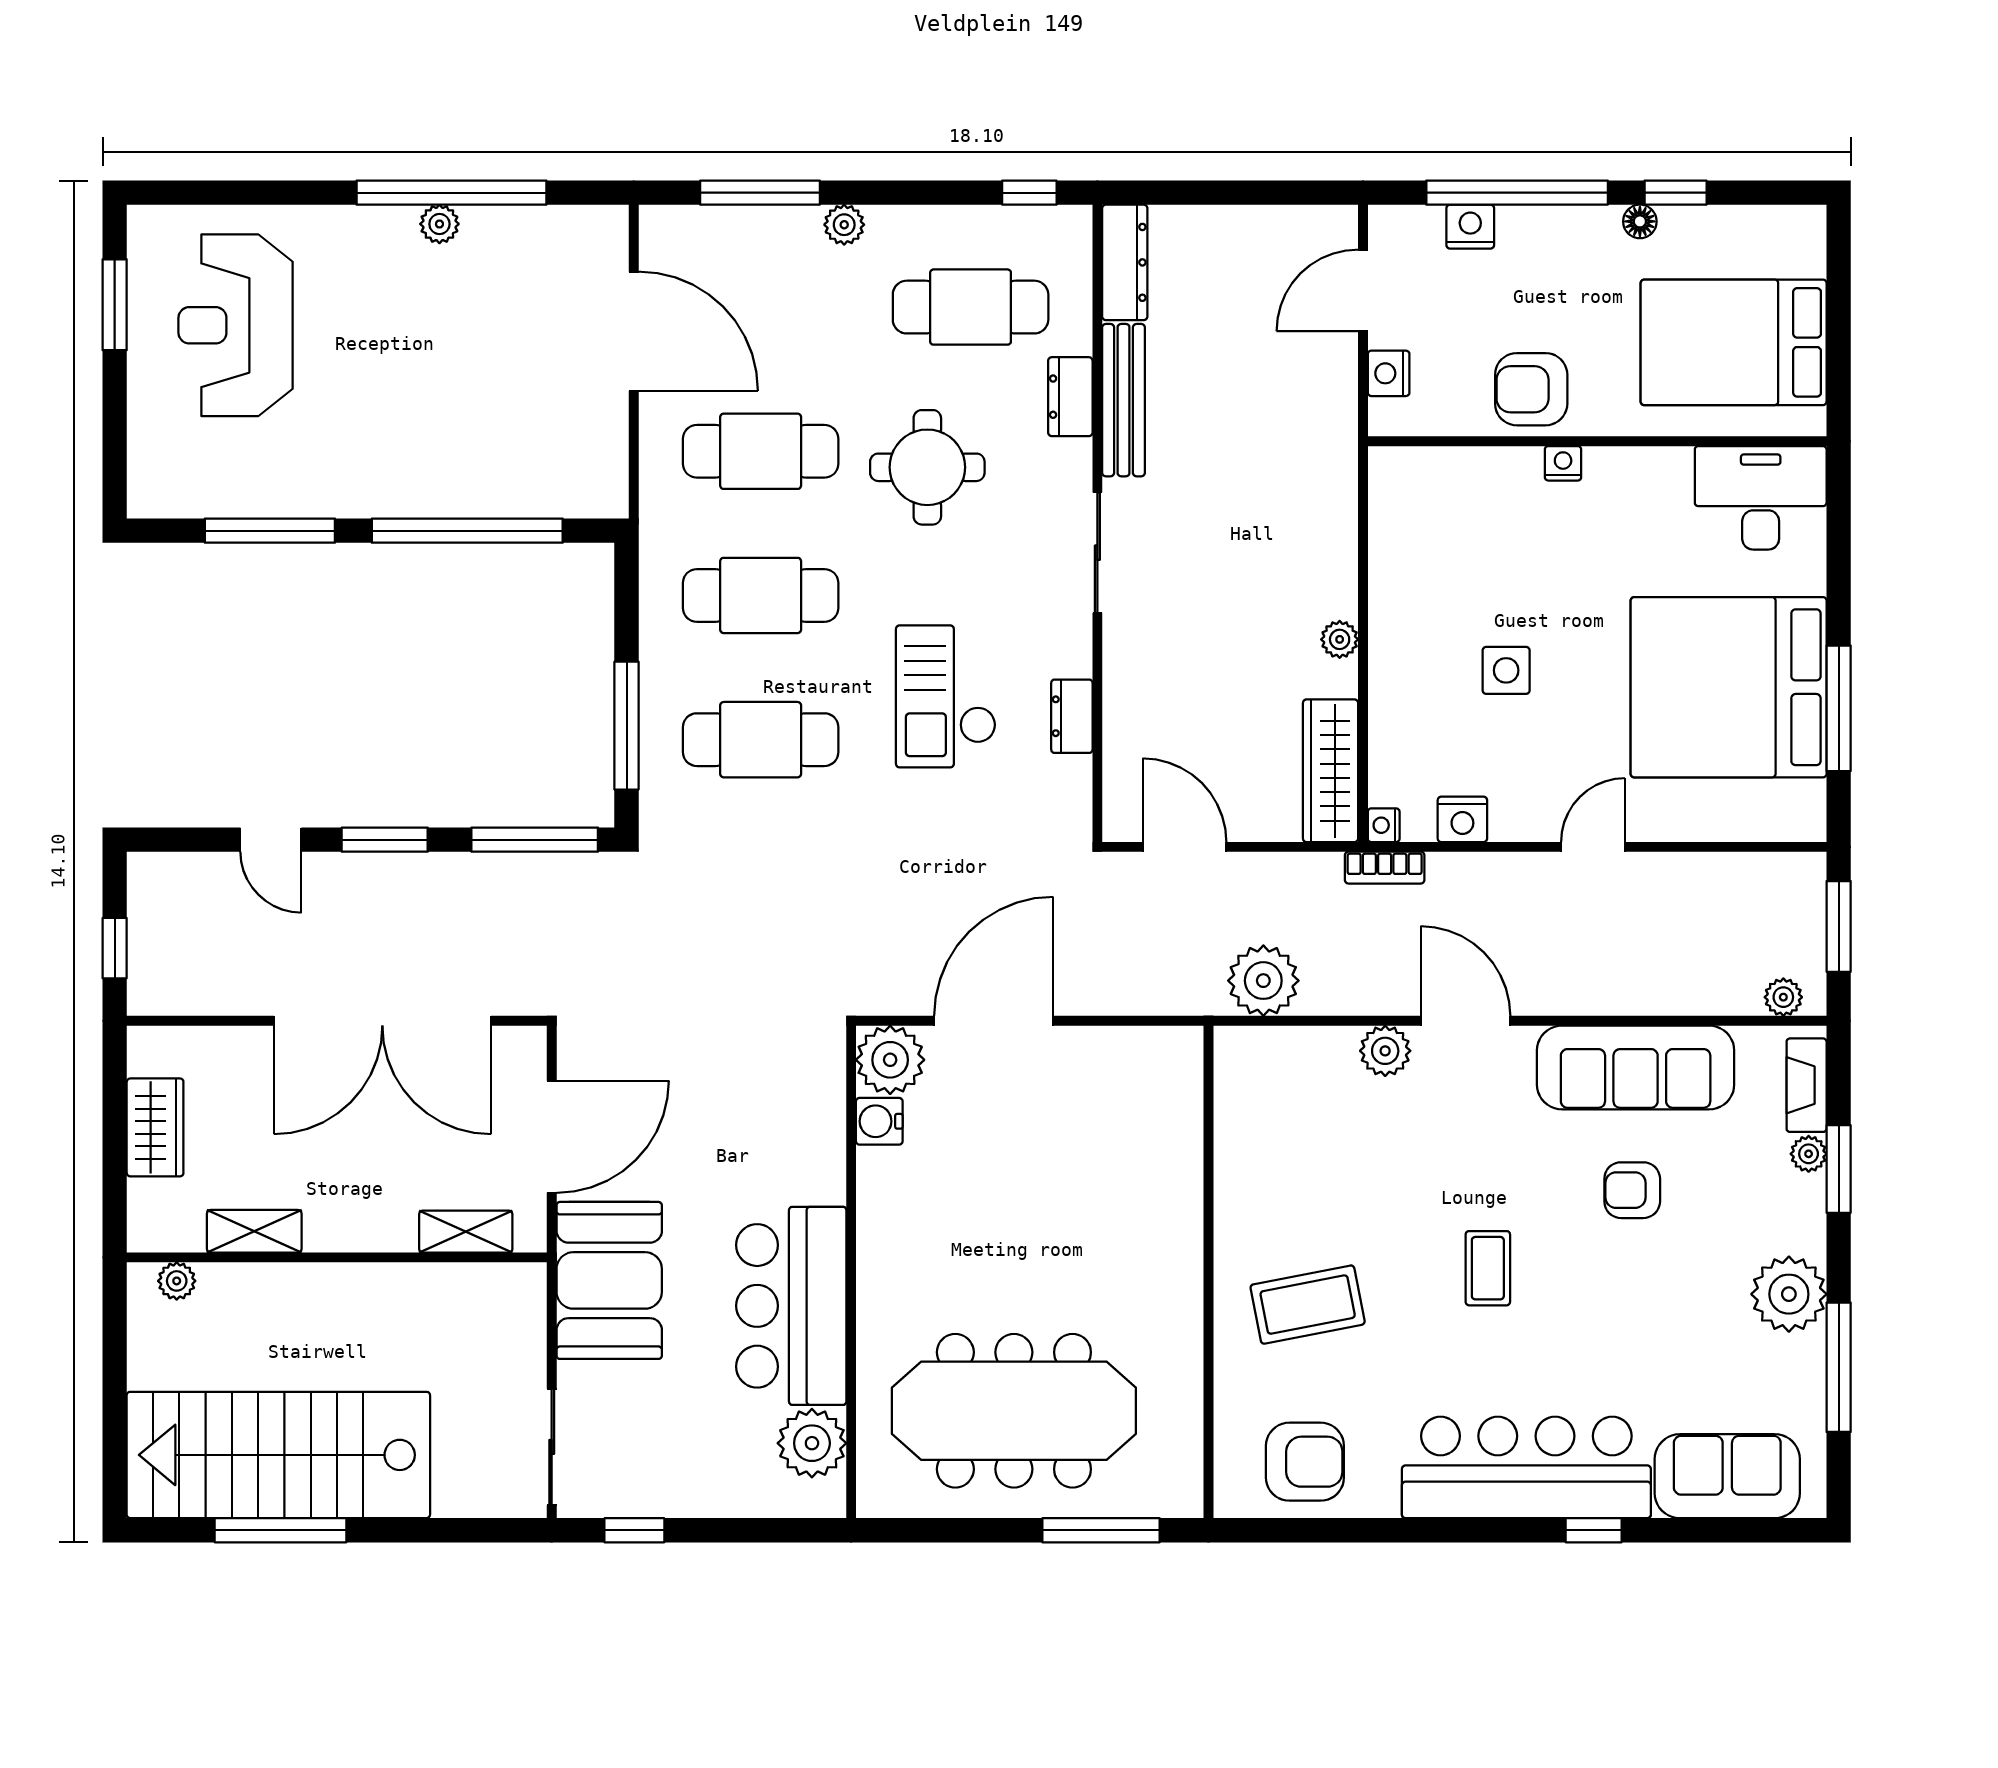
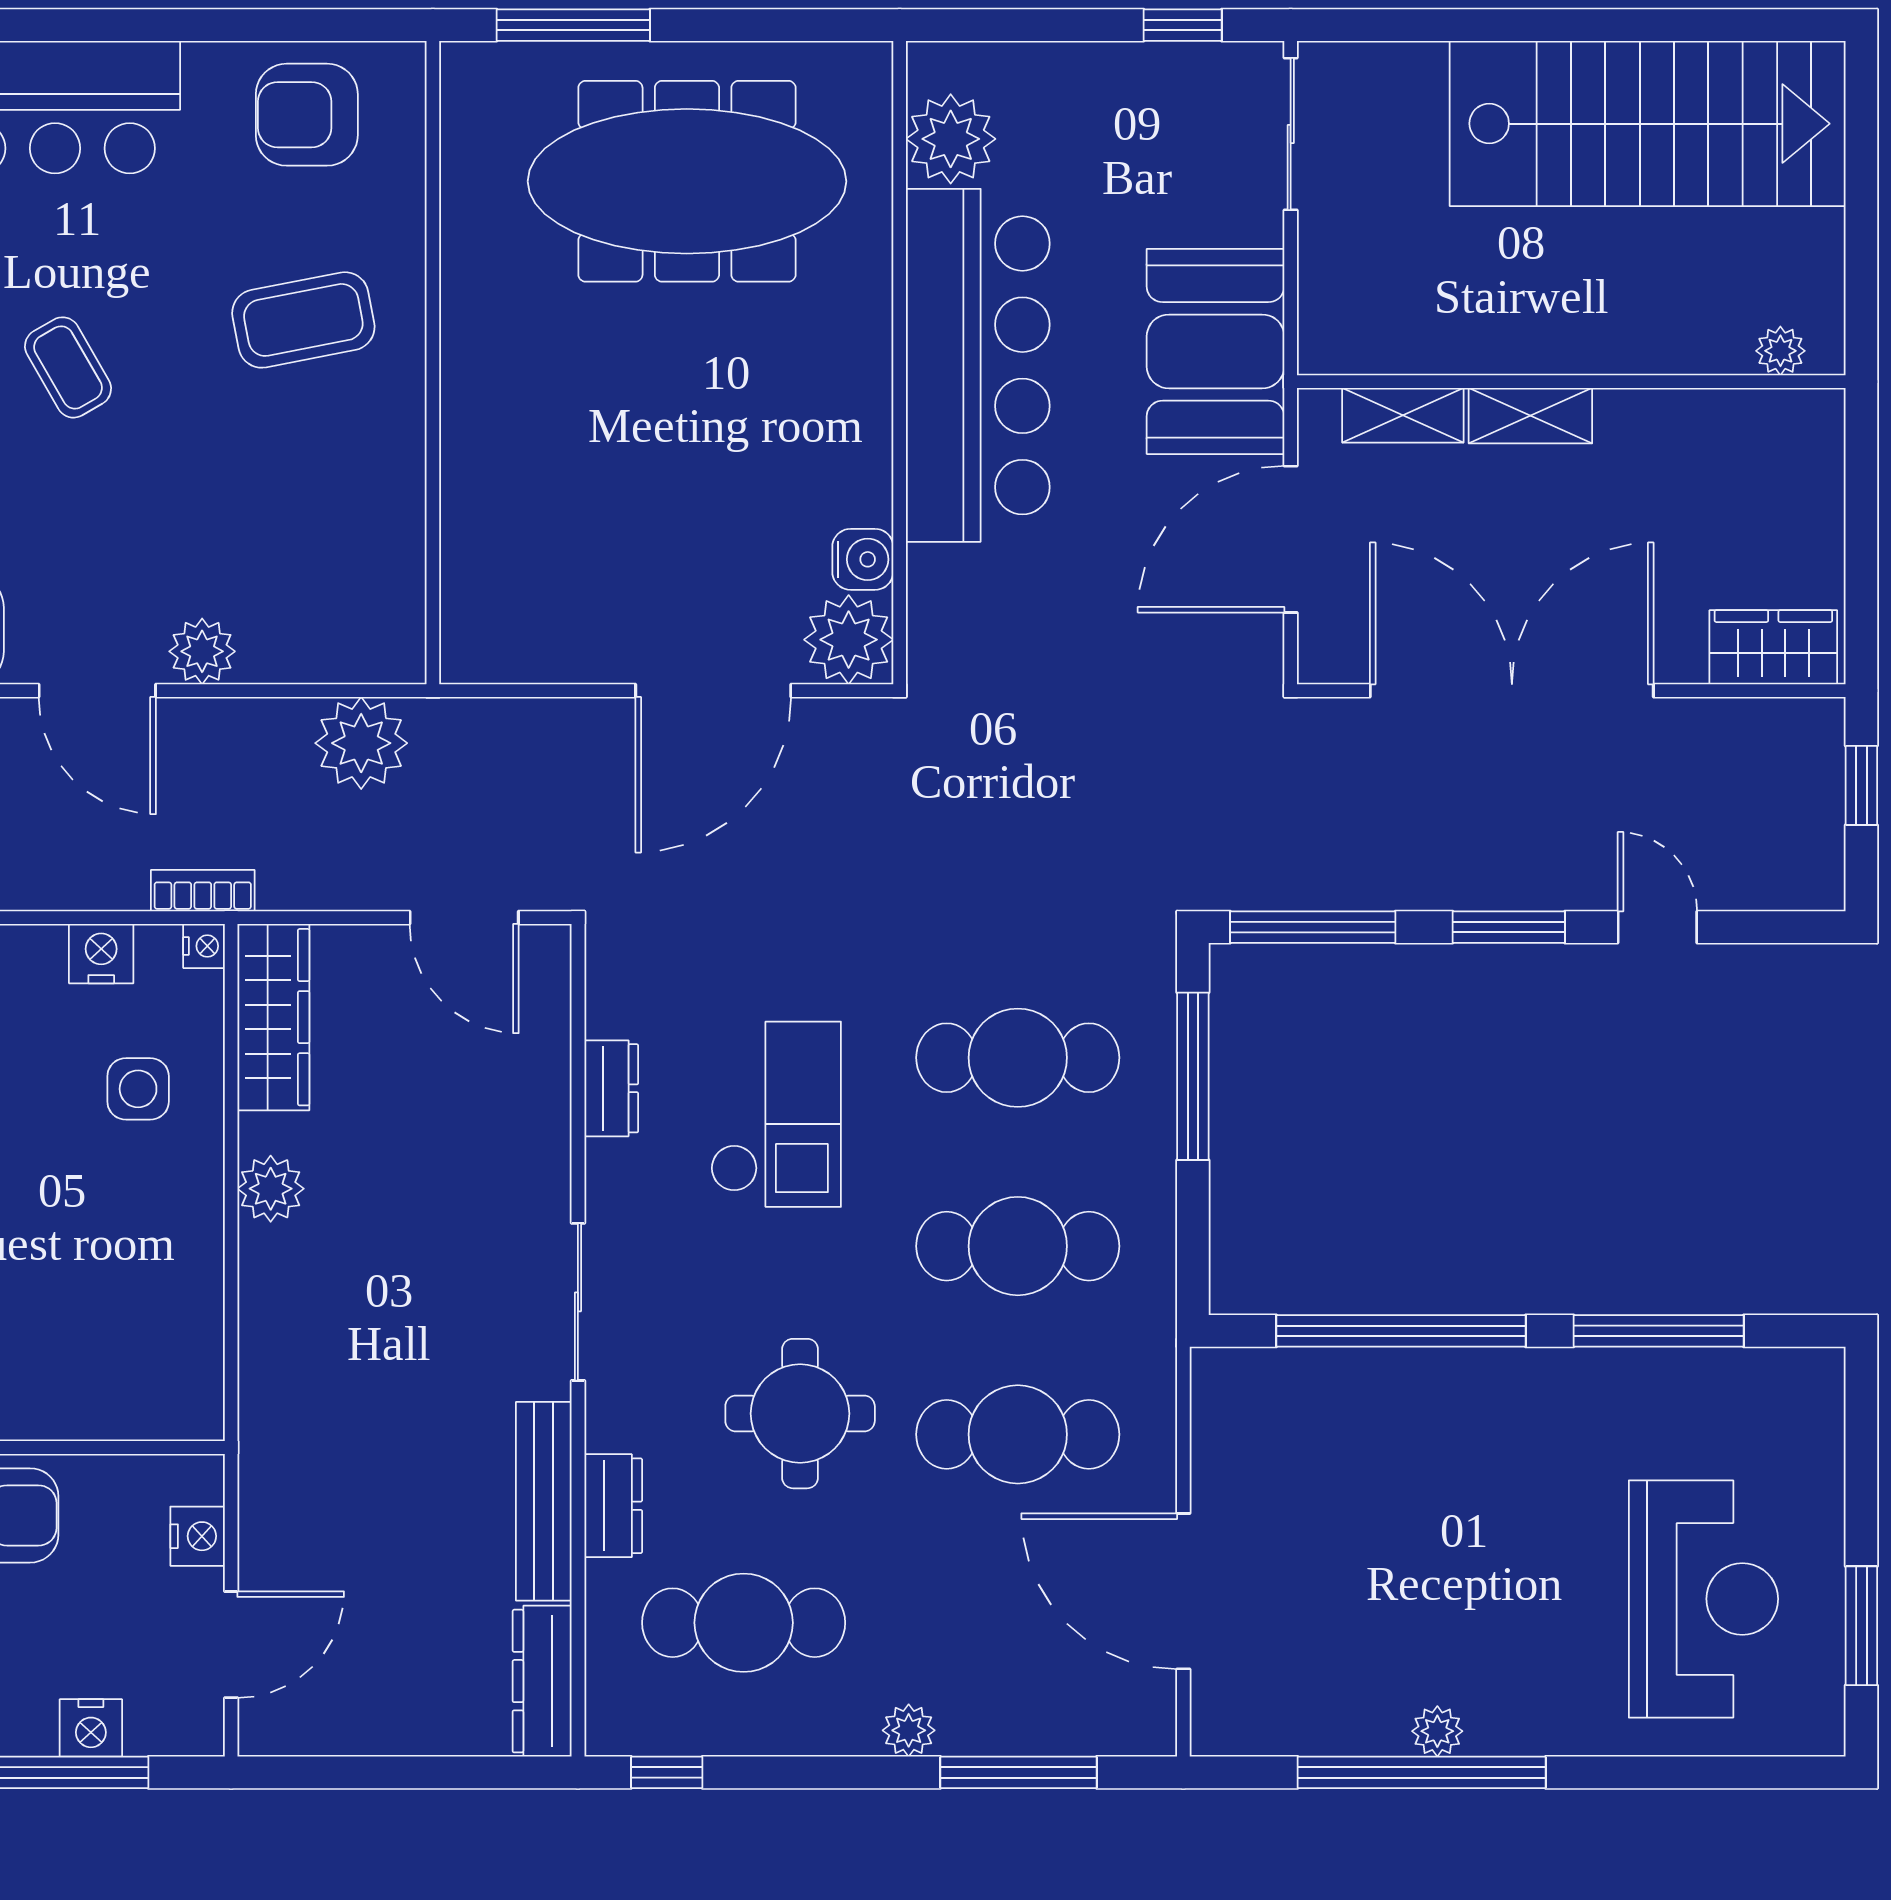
plant: (1340, 639) -> (271, 1189), width x1.38, depth x1.38
side table: (1506, 670) -> (138, 1089), moved
wardrobe: (155, 1127) -> (1773, 647), moved, turned 90
shelving: (254, 1231) -> (1530, 416), moved
coffee table: (1488, 1268) -> (68, 367), turned -30
bar counter: (791, 1306) -> (978, 365), width x1.36
window: (280, 1530) -> (1645, 25), removed

